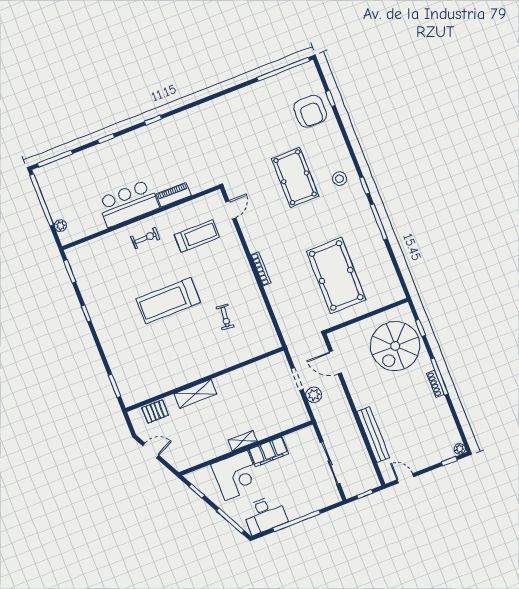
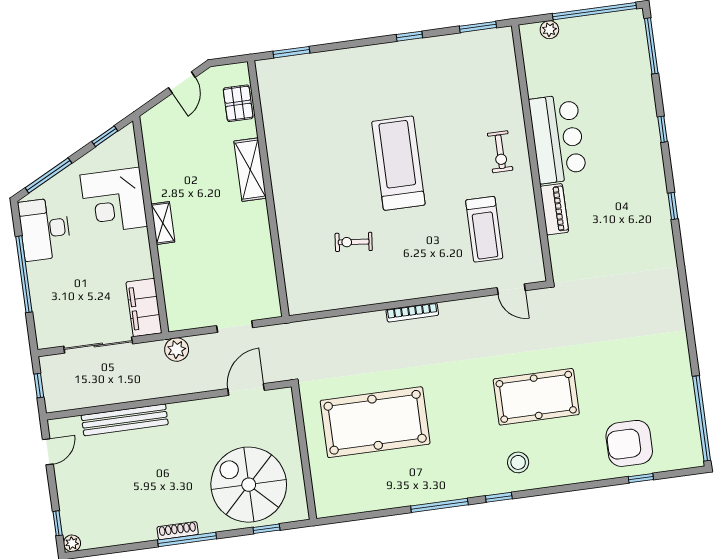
plant: (314, 395) -> (177, 350), moved
filing cabinet: (269, 452) -> (144, 307), moved

